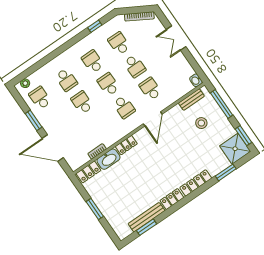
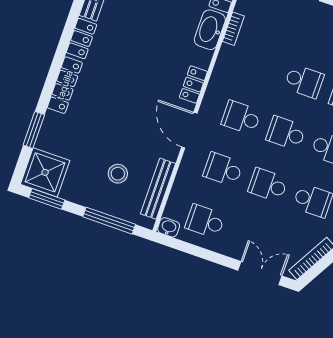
double door: (176, 38) -> (260, 273), moved
school desk: (177, 71) -> (205, 221), added
school desk: (108, 84) -> (286, 133), turned 180
school desk: (150, 89) -> (223, 169), turned 180
bench: (191, 100) -> (158, 189), width x1.36
locker: (126, 145) -> (193, 85), moved

